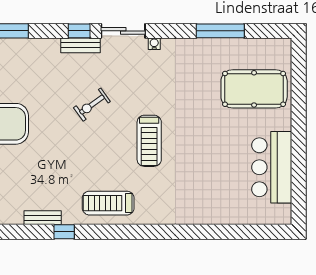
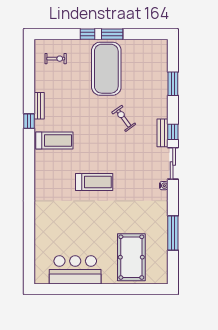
exercise bike: (92, 105) -> (124, 118), moved
treadmill: (149, 141) -> (94, 182), turned 180
treadmill: (108, 203) -> (54, 141), moved, turned 90

